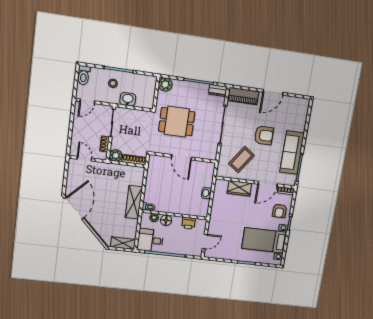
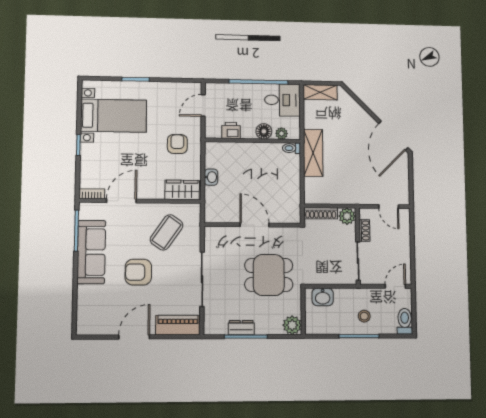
dresser: (218, 90) -> (241, 328), moved
washbasin: (128, 99) -> (323, 297), moved
wardrobe: (239, 188) -> (182, 190), moved
armchair: (279, 211) -> (177, 144), moved

